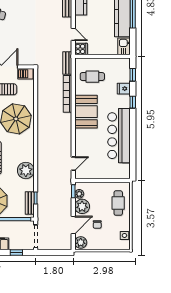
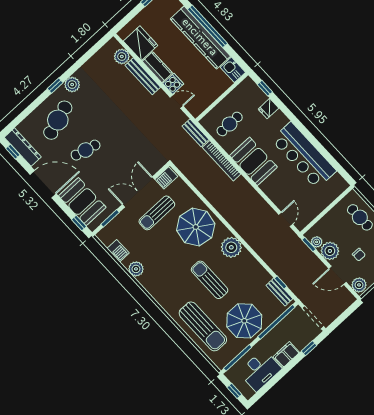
cooker: (81, 49) -> (173, 84), moved
window: (133, 102) -> (288, 113), removed
plant: (26, 170) -> (231, 247), moved
door: (73, 225) -> (337, 275), swing flipped

